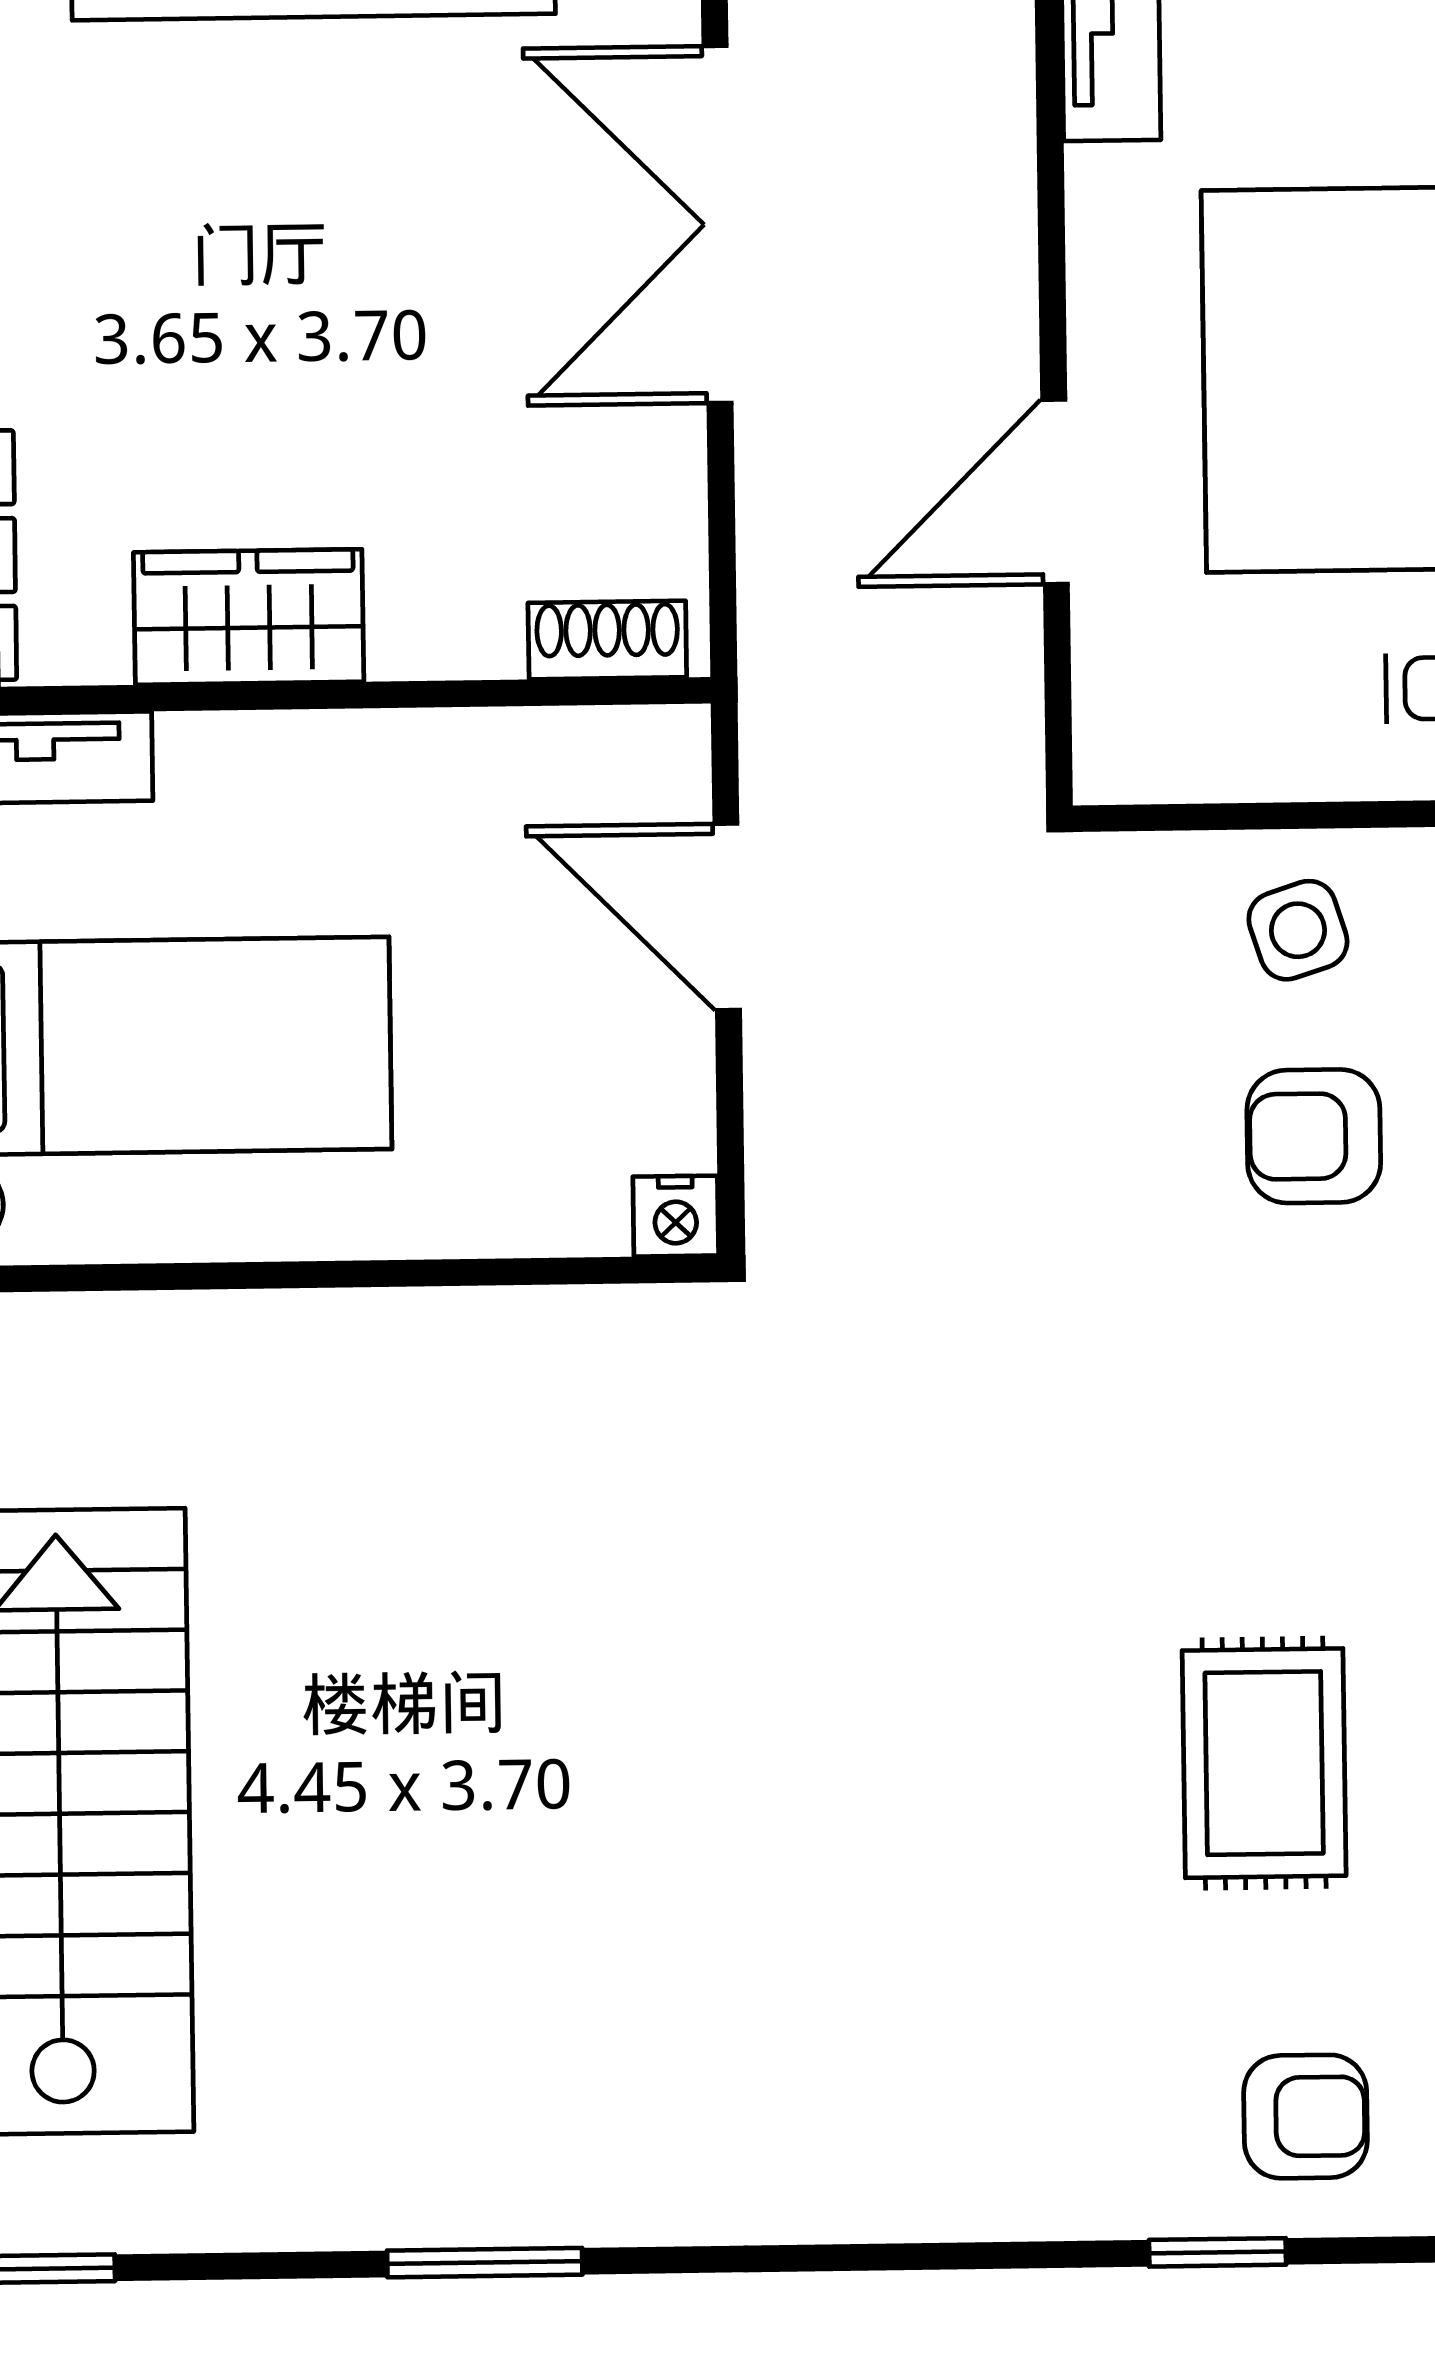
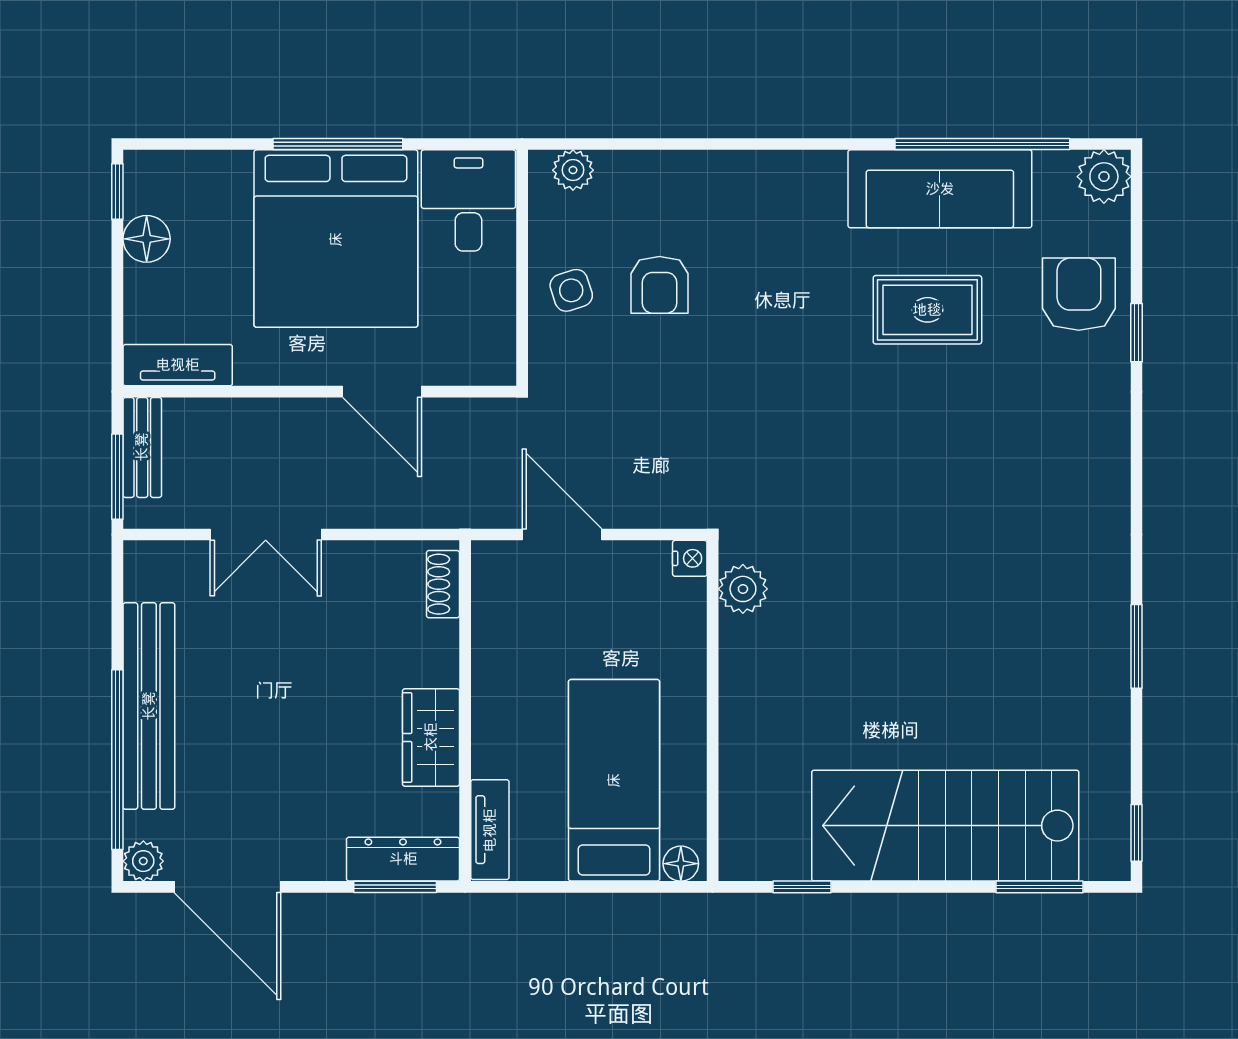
double door: (718, 224) -> (266, 535), width x0.73
door: (727, 917) -> (562, 535), swing flipped
plant: (606, 1341) -> (743, 589), added
armchair: (1305, 2117) -> (1079, 294), width x1.38, depth x1.38

